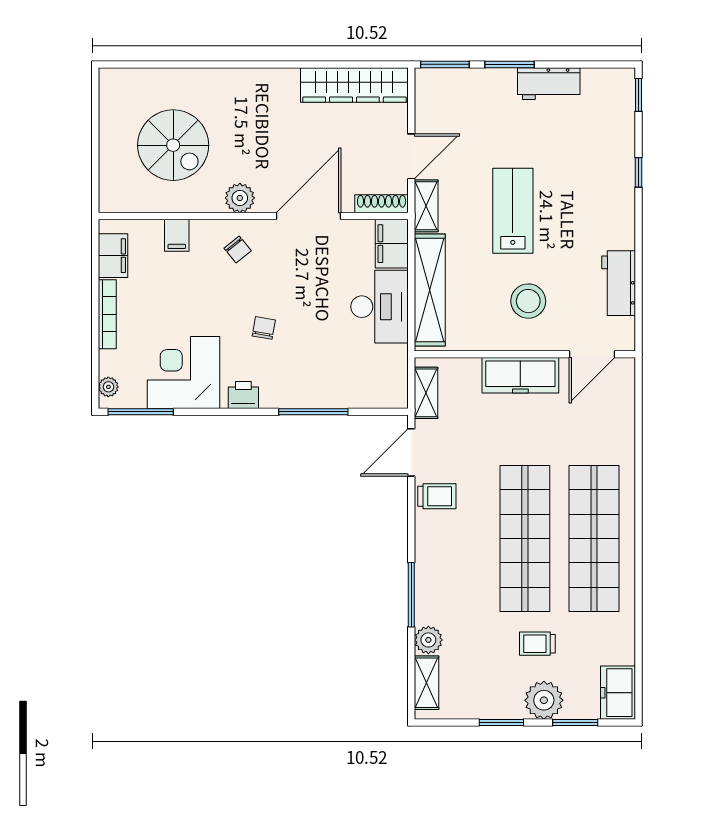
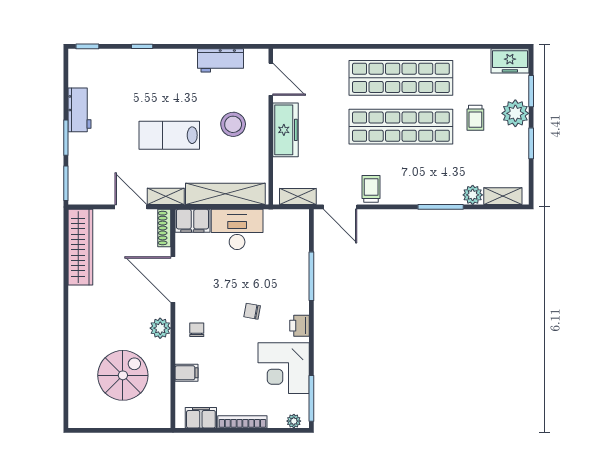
chair: (238, 250) -> (197, 330), turned -51

